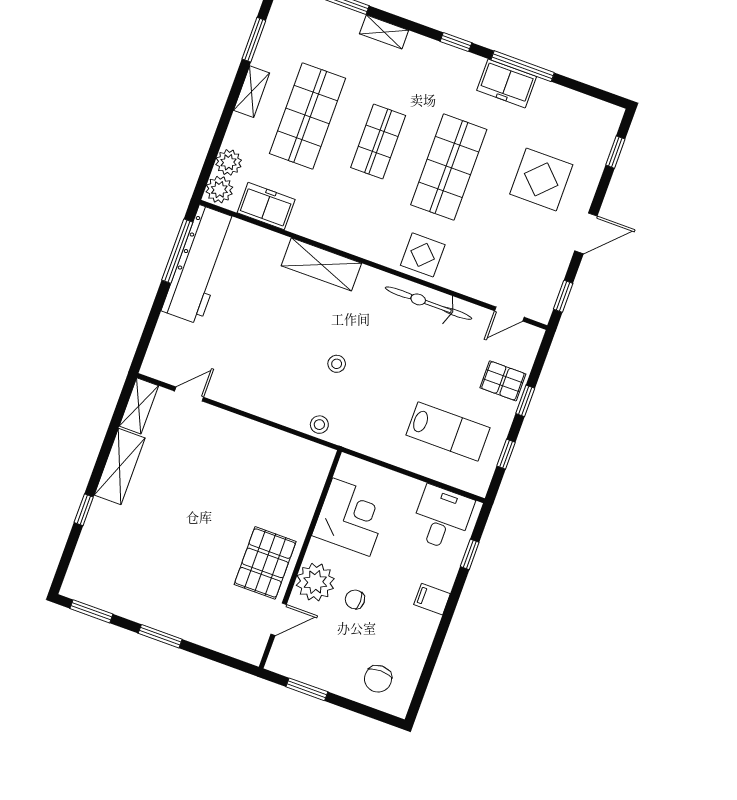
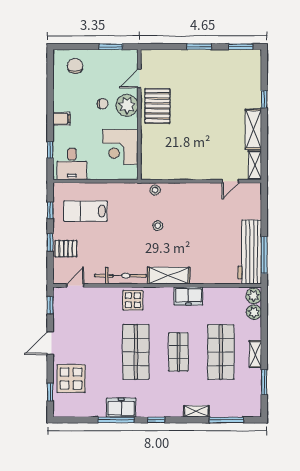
display table: (541, 179) -> (71, 379), moved
freezer: (266, 206) -> (188, 296), moved
shelving: (321, 264) -> (169, 276), moved

